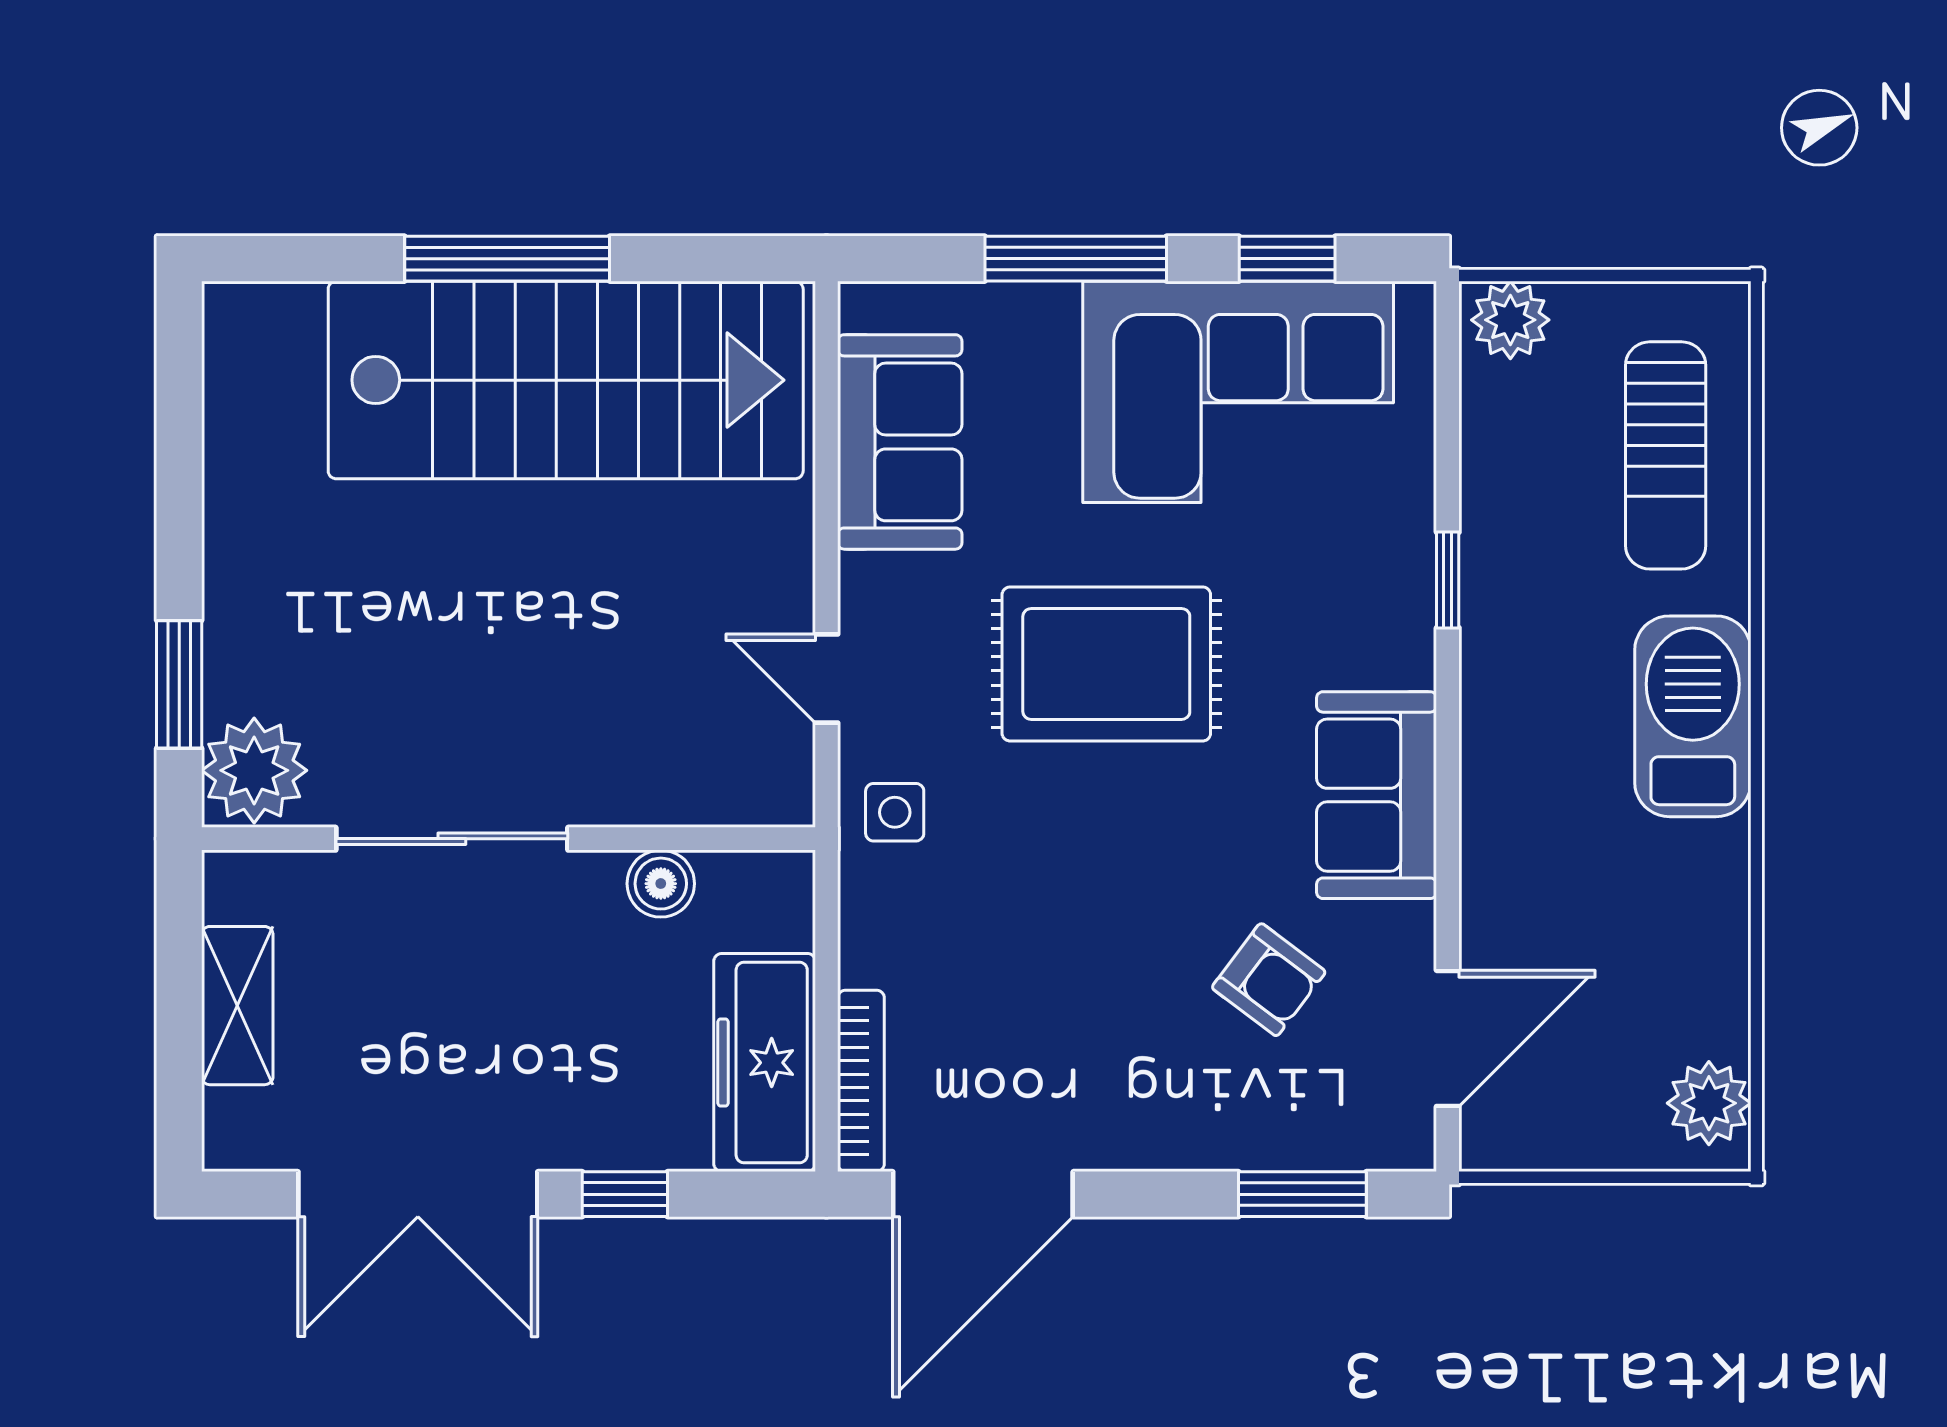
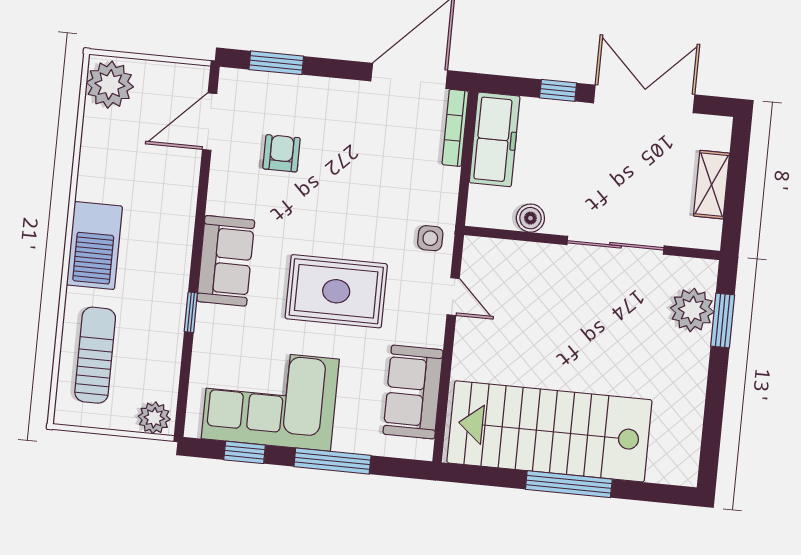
plant: (254, 770) -> (692, 310), moved
sofa: (1377, 795) -> (226, 261), moved
armchair: (1269, 980) -> (282, 153), turned 53
plant: (1709, 1103) -> (110, 85), width x1.36, depth x1.36

